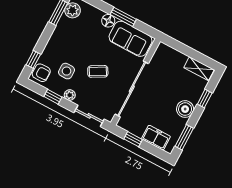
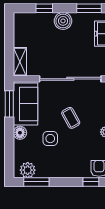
window: (123, 17) -> (9, 104), moved
shelving: (199, 69) -> (20, 62), moved
side table: (67, 71) -> (50, 139), moved

